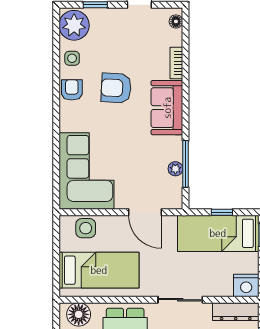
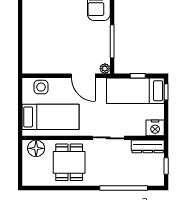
plant: (175, 169) -> (105, 69), moved
corner sofa: (86, 171) -> (42, 46), removed

